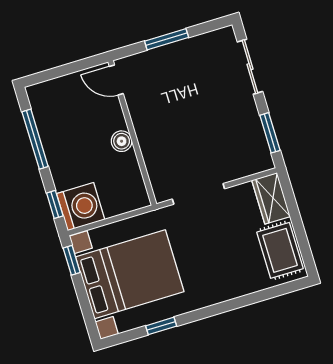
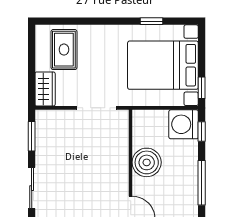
boiler: (122, 141) -> (147, 162), width x1.86, depth x1.86
rug: (280, 250) -> (64, 50), moved

